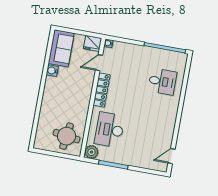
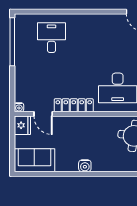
water cooler: (52, 71) -> (85, 166), moved

